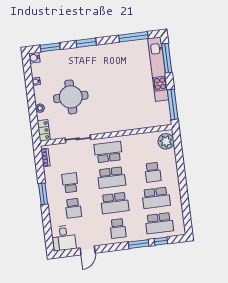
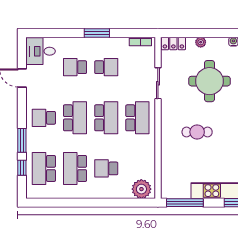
cafe table: (114, 102) -> (197, 132), added
school desk: (111, 178) -> (106, 118), turned 180
school desk: (115, 203) -> (75, 118), turned 180

